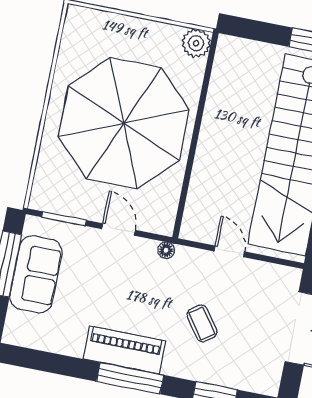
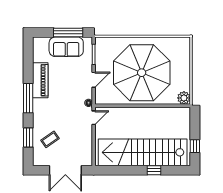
door: (229, 251) -> (94, 118), moved
coffee table: (202, 323) -> (50, 139), moved
piano: (124, 350) -> (40, 80), moved

